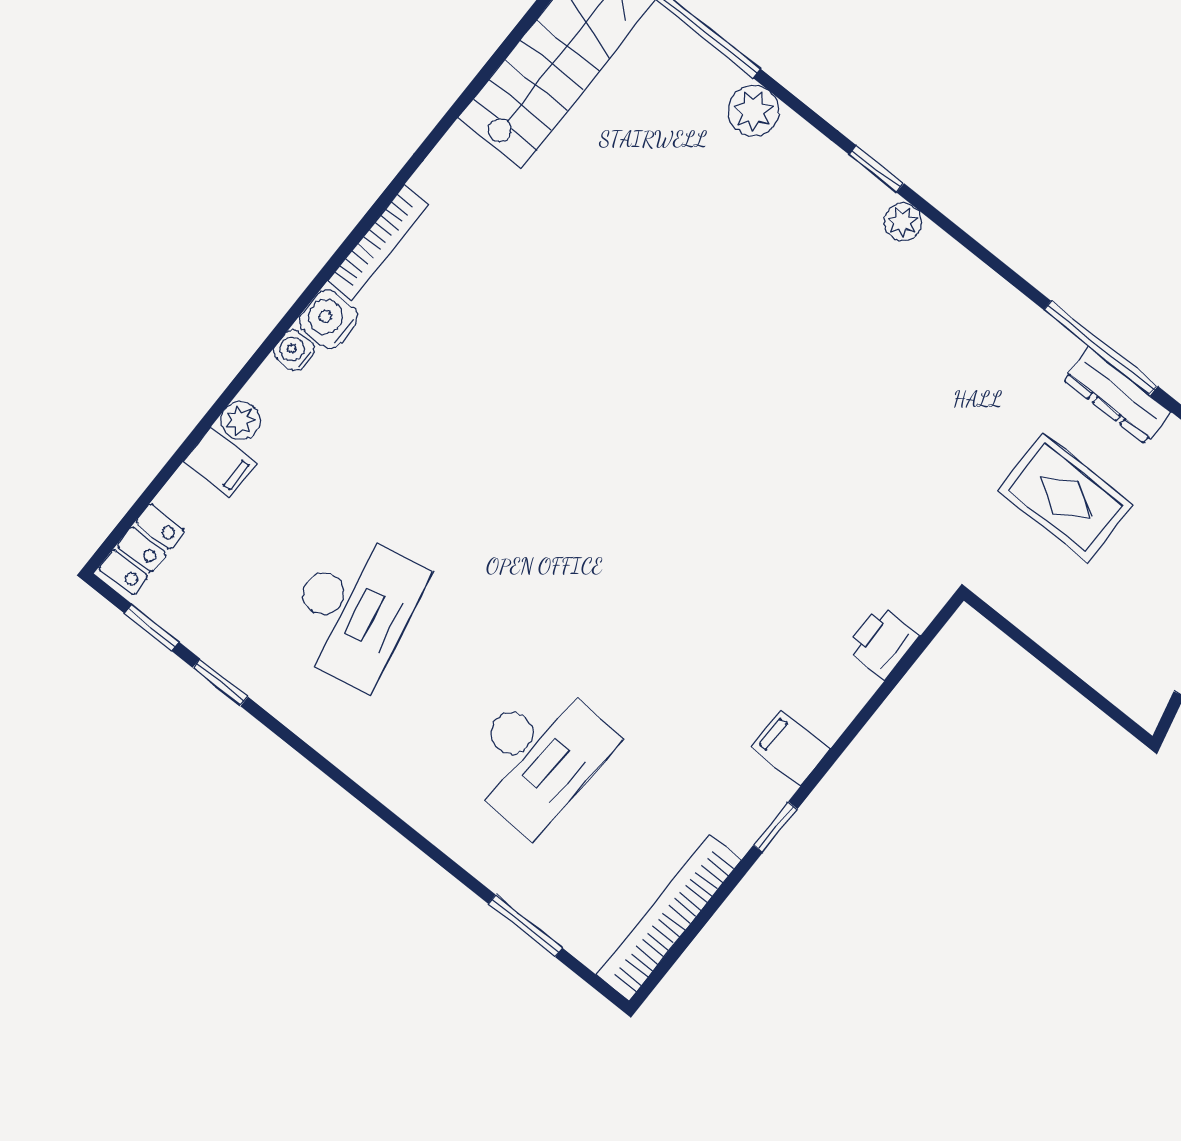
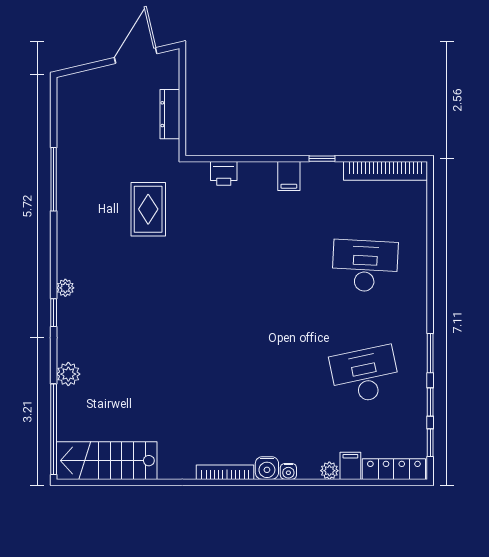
dresser: (1117, 395) -> (170, 114), moved, turned 180
rug: (1065, 498) -> (148, 209), moved
locker: (142, 549) -> (394, 469), width x1.53
window: (525, 926) -> (430, 353), moved

